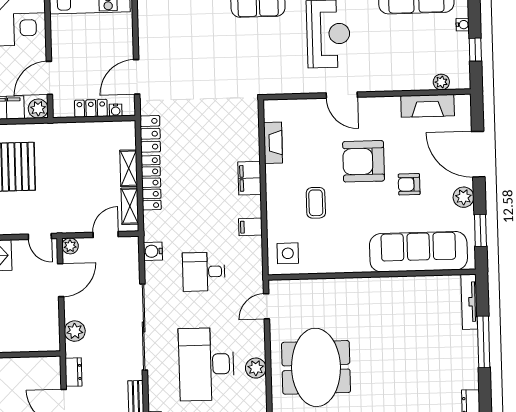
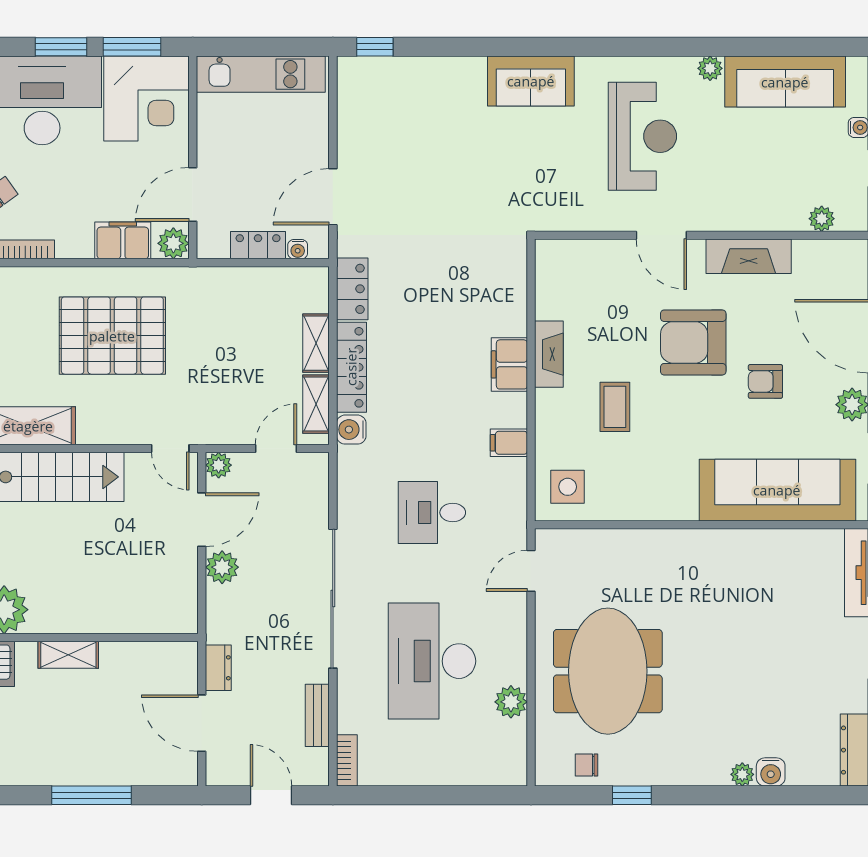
fireplace: (428, 106) -> (749, 256), moved
fireplace: (273, 143) -> (549, 354), moved
water cooler: (153, 251) -> (351, 430), moved
plant: (75, 331) -> (222, 567), moved
plant: (256, 368) -> (511, 702), moved

